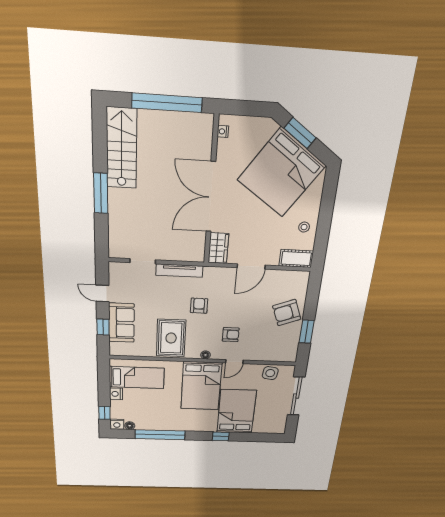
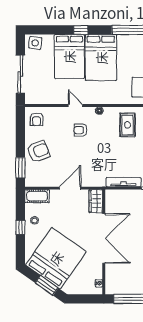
window: (325, 219) -> (20, 227), added
armchair: (199, 306) -> (37, 119), moved
window: (307, 332) -> (20, 168), moved
rug: (171, 338) -> (127, 125), width x0.73, depth x0.70
door: (234, 362) -> (75, 106), hinge flipped
side table: (270, 373) -> (35, 43), moved
bed: (201, 386) -> (101, 58), moved, turned 180

